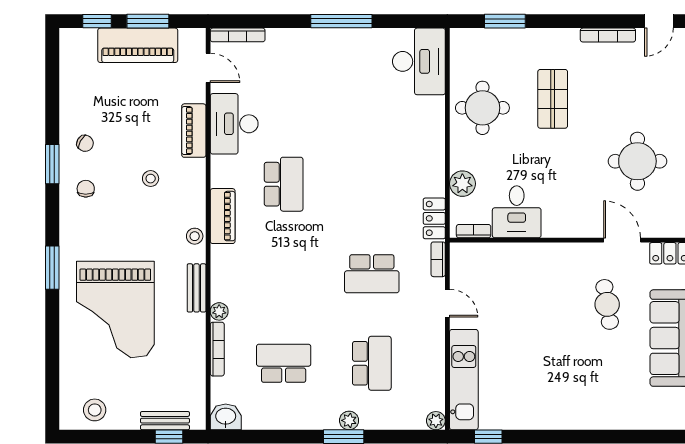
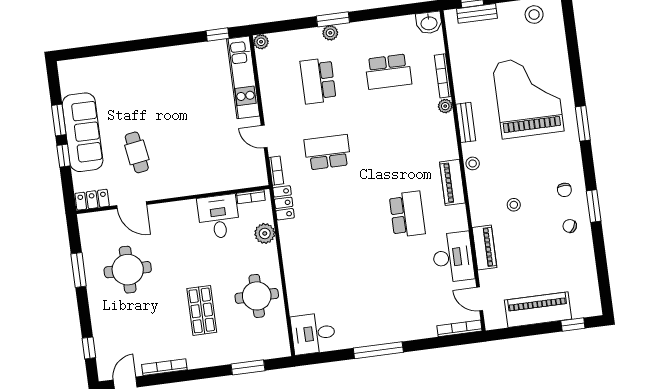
window: (148, 21) -> (532, 330), removed
desk: (419, 61) -> (313, 333), width x0.73
school desk: (284, 184) -> (407, 214), turned 180

